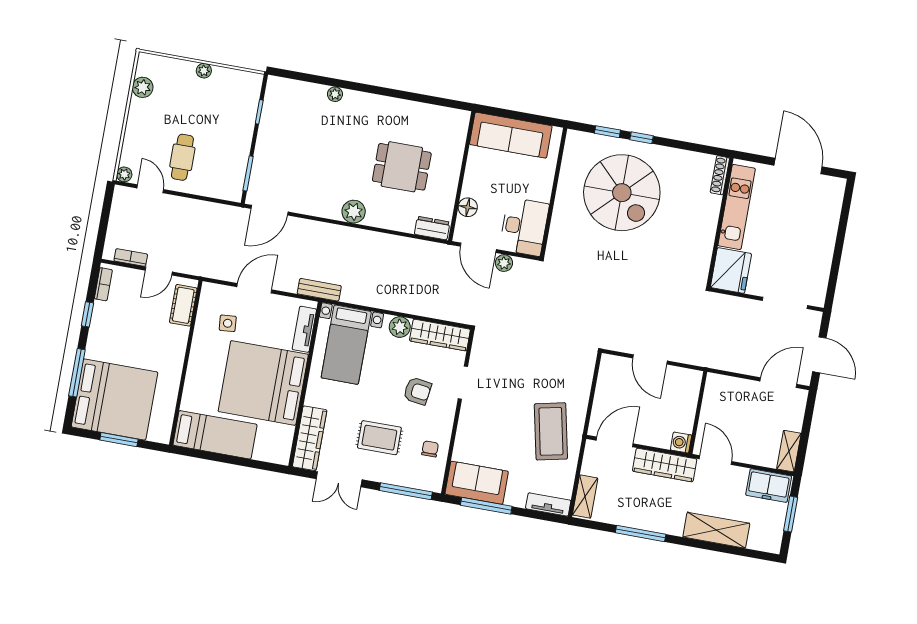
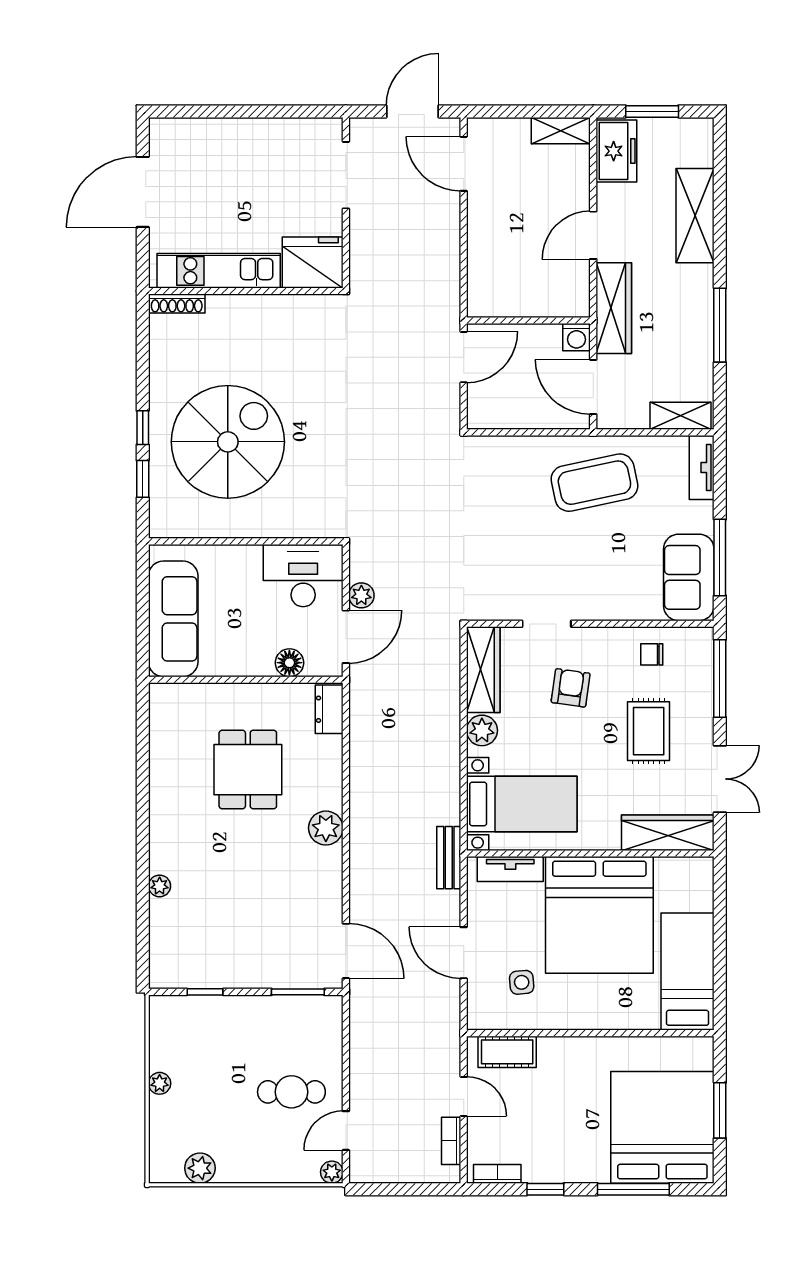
wall: (698, 413) -> (528, 320), moved
washing machine: (681, 442) -> (577, 337), moved

